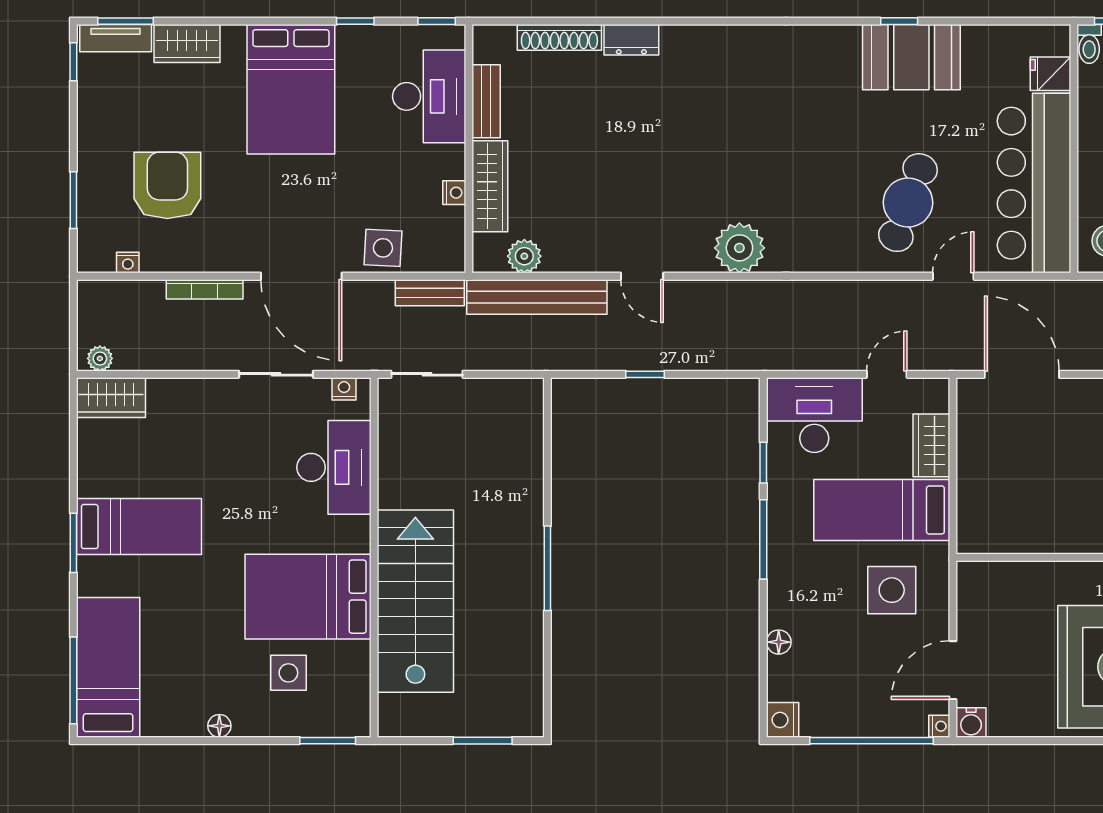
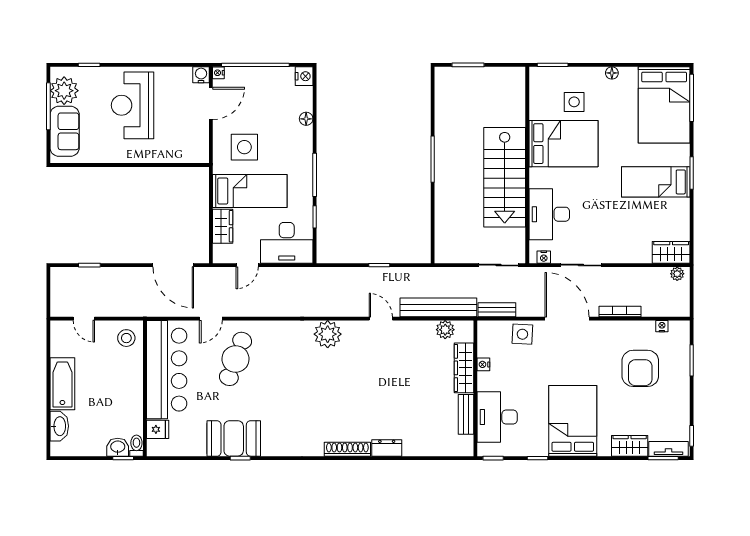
shoe rack: (559, 37) -> (347, 449), moved
stairs: (415, 601) -> (505, 177), moved
bed: (108, 667) -> (664, 105), width x1.50

